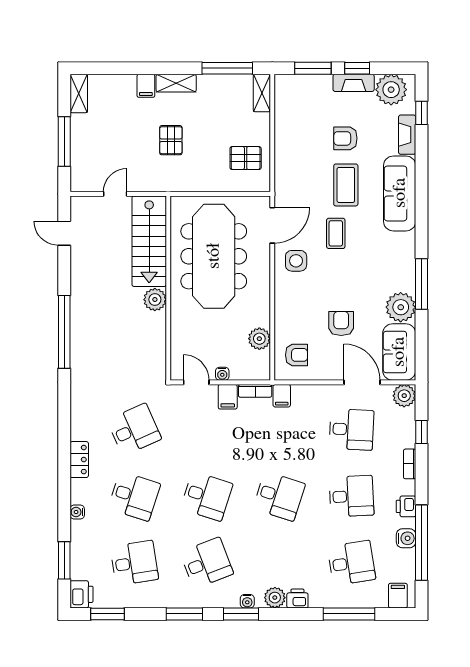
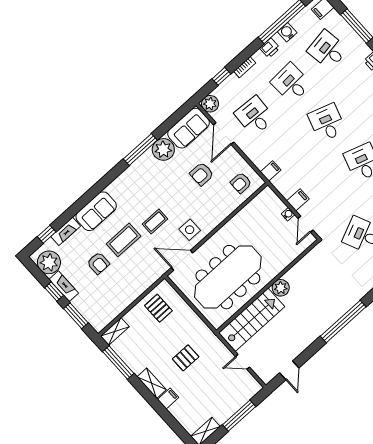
sofa: (400, 193) -> (96, 211), width x0.73
plant: (259, 339) -> (250, 211), removed
armchair: (296, 355) -> (241, 183), turned -90
bookcase: (255, 391) -> (281, 188), removed

